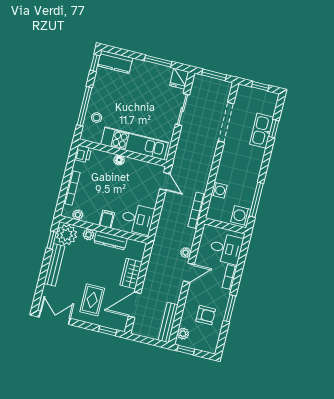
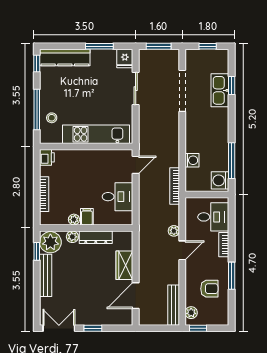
kitchen counter: (115, 62) -> (65, 58), width x1.50
floor lamp: (119, 160) -> (85, 155), removed
door: (165, 181) -> (136, 165), hinge flipped
plant: (78, 215) -> (74, 220), moved
desk: (137, 219) -> (117, 197), moved
rug: (92, 300) -> (92, 301), removed
window: (108, 331) -> (93, 328), moved

